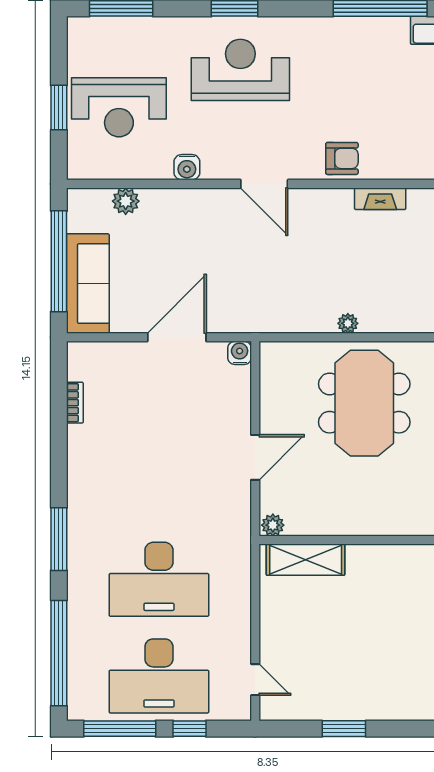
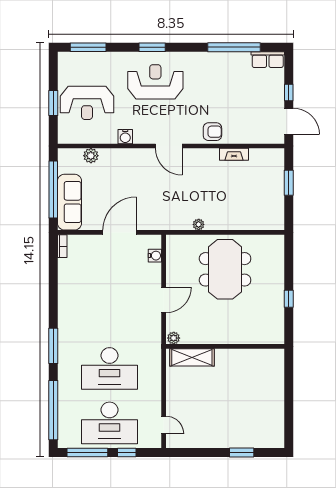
plant: (348, 323) -> (199, 224), moved
water cooler: (240, 353) -> (155, 256), moved, turned 90
bookcase: (75, 403) -> (62, 246), moved
window: (344, 729) -> (242, 453), moved

